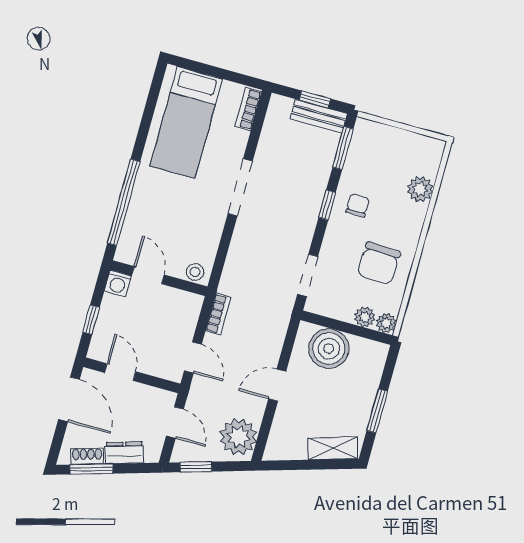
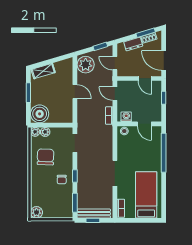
bench: (319, 116) -> (94, 214), width x1.36
plant: (420, 189) -> (36, 212), moved
washing machine: (118, 283) -> (126, 117), moved
boiler: (329, 349) -> (40, 114), moved
door: (277, 385) -> (75, 92), hinge flipped

